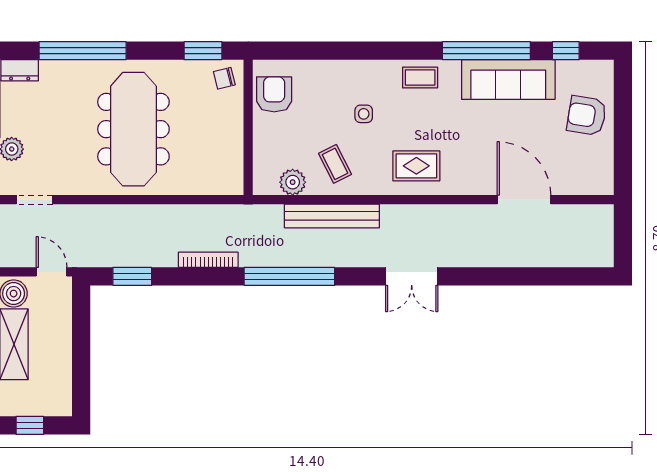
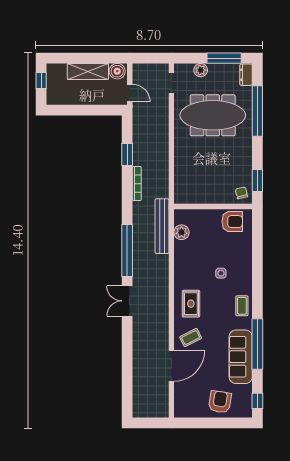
window: (566, 51) -> (257, 401), moved
meeting table: (133, 129) -> (213, 115), moved
coffee table: (335, 164) -> (191, 338), moved
bench: (332, 216) -> (162, 226), moved
door: (52, 272) -> (130, 93), hinge flipped
window: (132, 276) -> (127, 154), moved
window: (289, 276) -> (127, 251), moved

